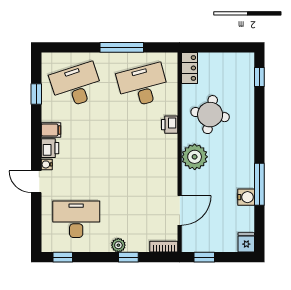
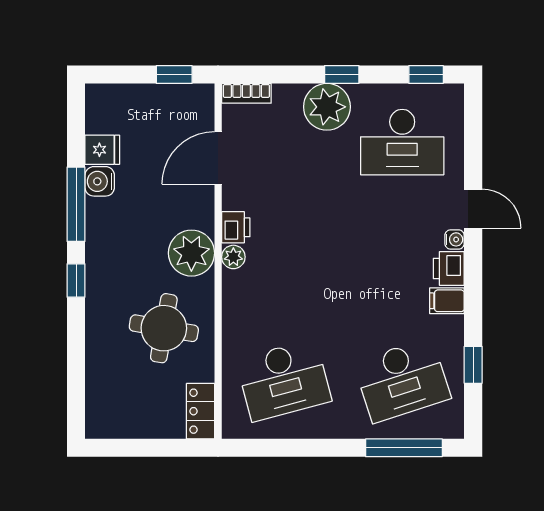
window: (122, 47) -> (404, 448), moved
window: (259, 77) -> (76, 281), moved
printer: (170, 125) -> (236, 227), moved
plant: (171, 155) -> (233, 257), added
fridge: (246, 242) -> (102, 150), moved, turned -90
plant: (118, 245) -> (327, 107), width x1.87, depth x1.87
window: (128, 257) -> (342, 75), moved

